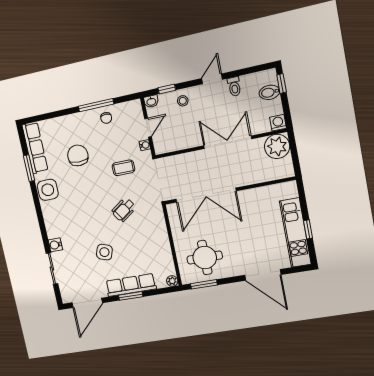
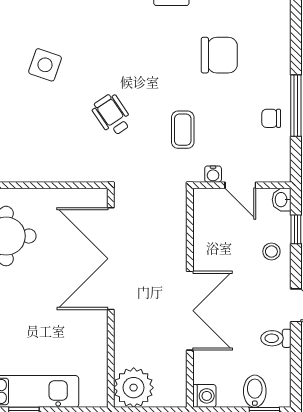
plant: (277, 146) -> (134, 388), moved

